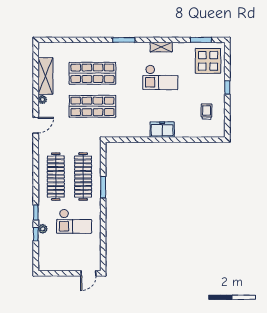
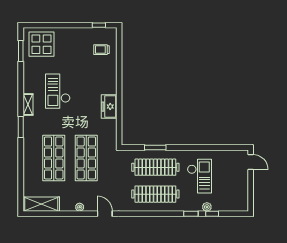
shelving: (161, 47) -> (28, 104), moved
shelving: (45, 76) -> (41, 204), moved
checkout: (160, 77) -> (58, 91), turned 180
window: (227, 88) -> (99, 25), moved
trolley: (207, 112) -> (102, 50), moved
freezer: (162, 130) -> (109, 107), moved
window: (103, 187) -> (155, 147), moved

